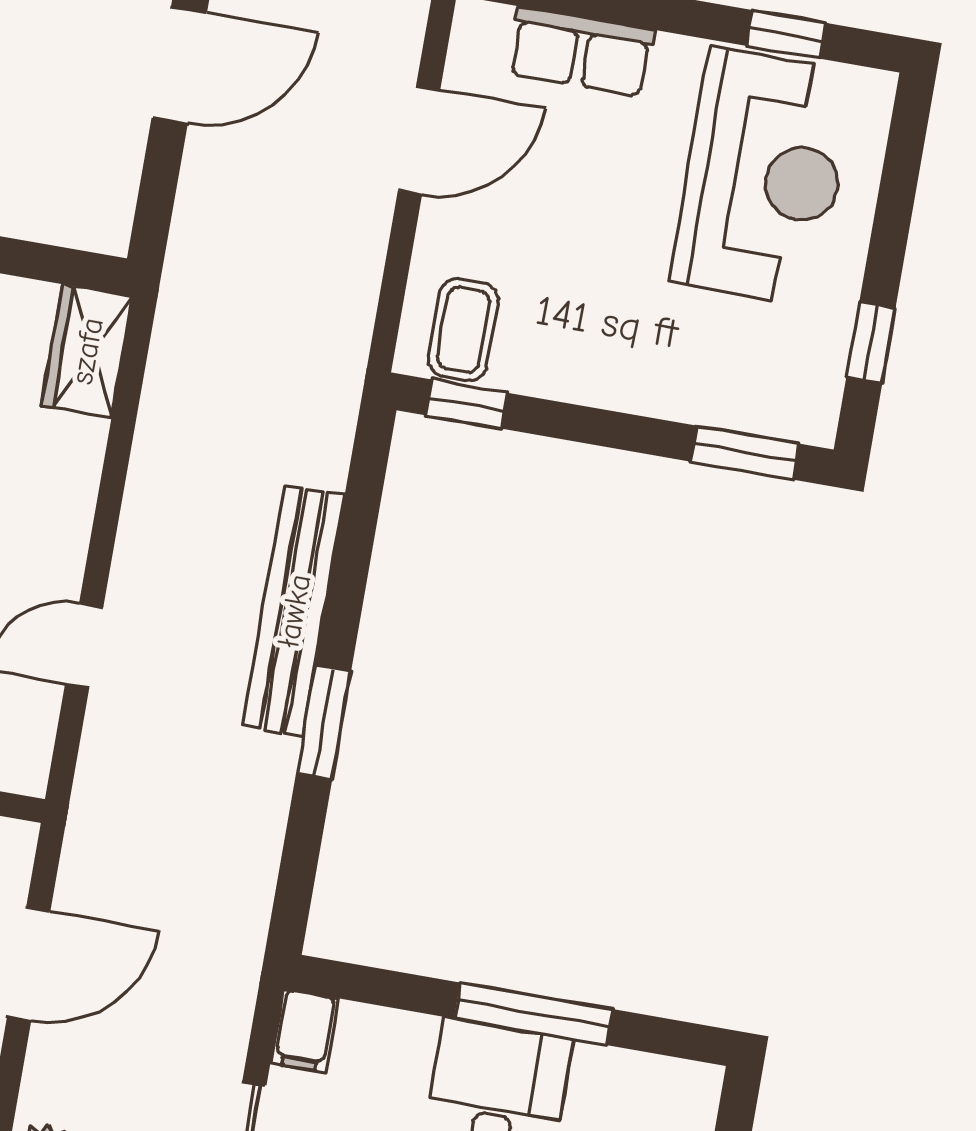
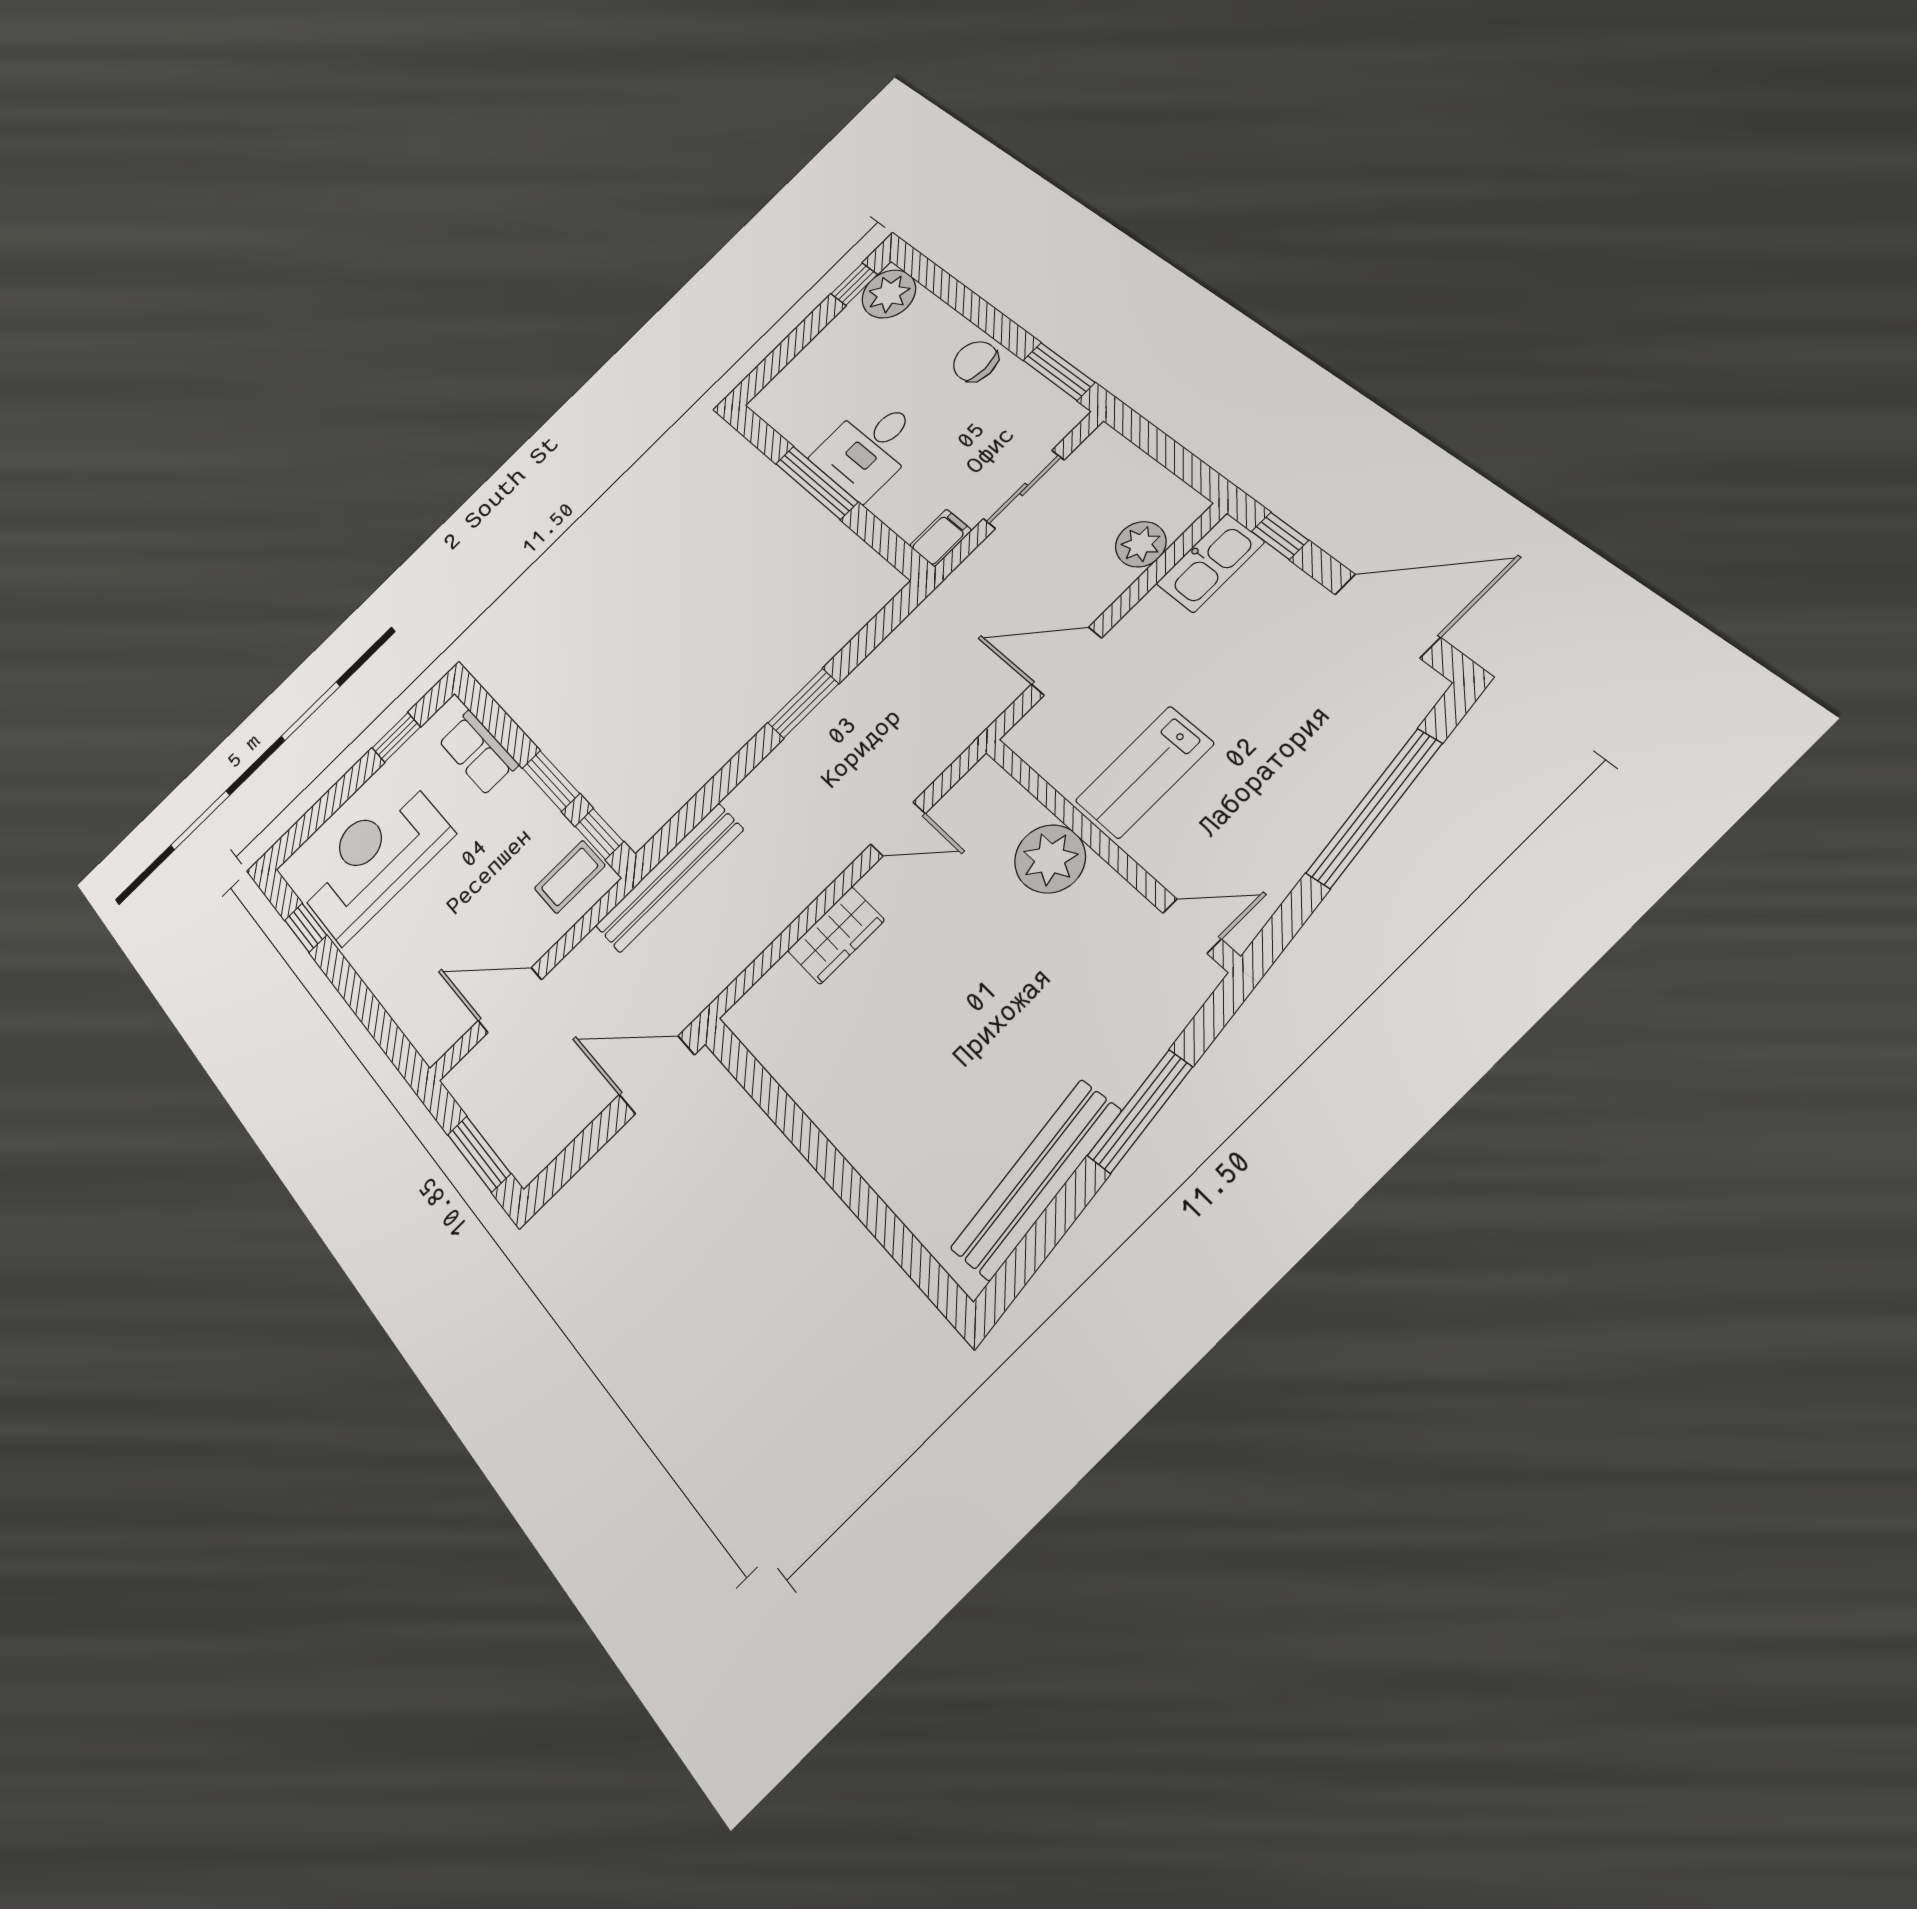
row of seats: (581, 51) -> (478, 753), moved, turned 180
door: (179, 65) -> (657, 1075), moved
wardrobe: (87, 351) -> (836, 935), moved
window: (745, 453) -> (551, 781), moved
bench: (294, 611) -> (670, 878), moved

